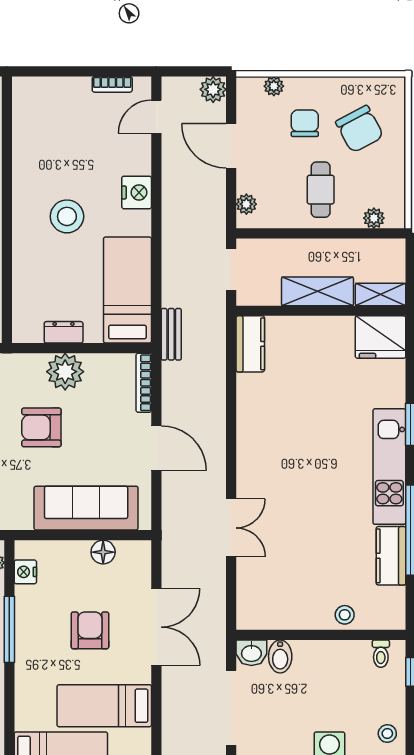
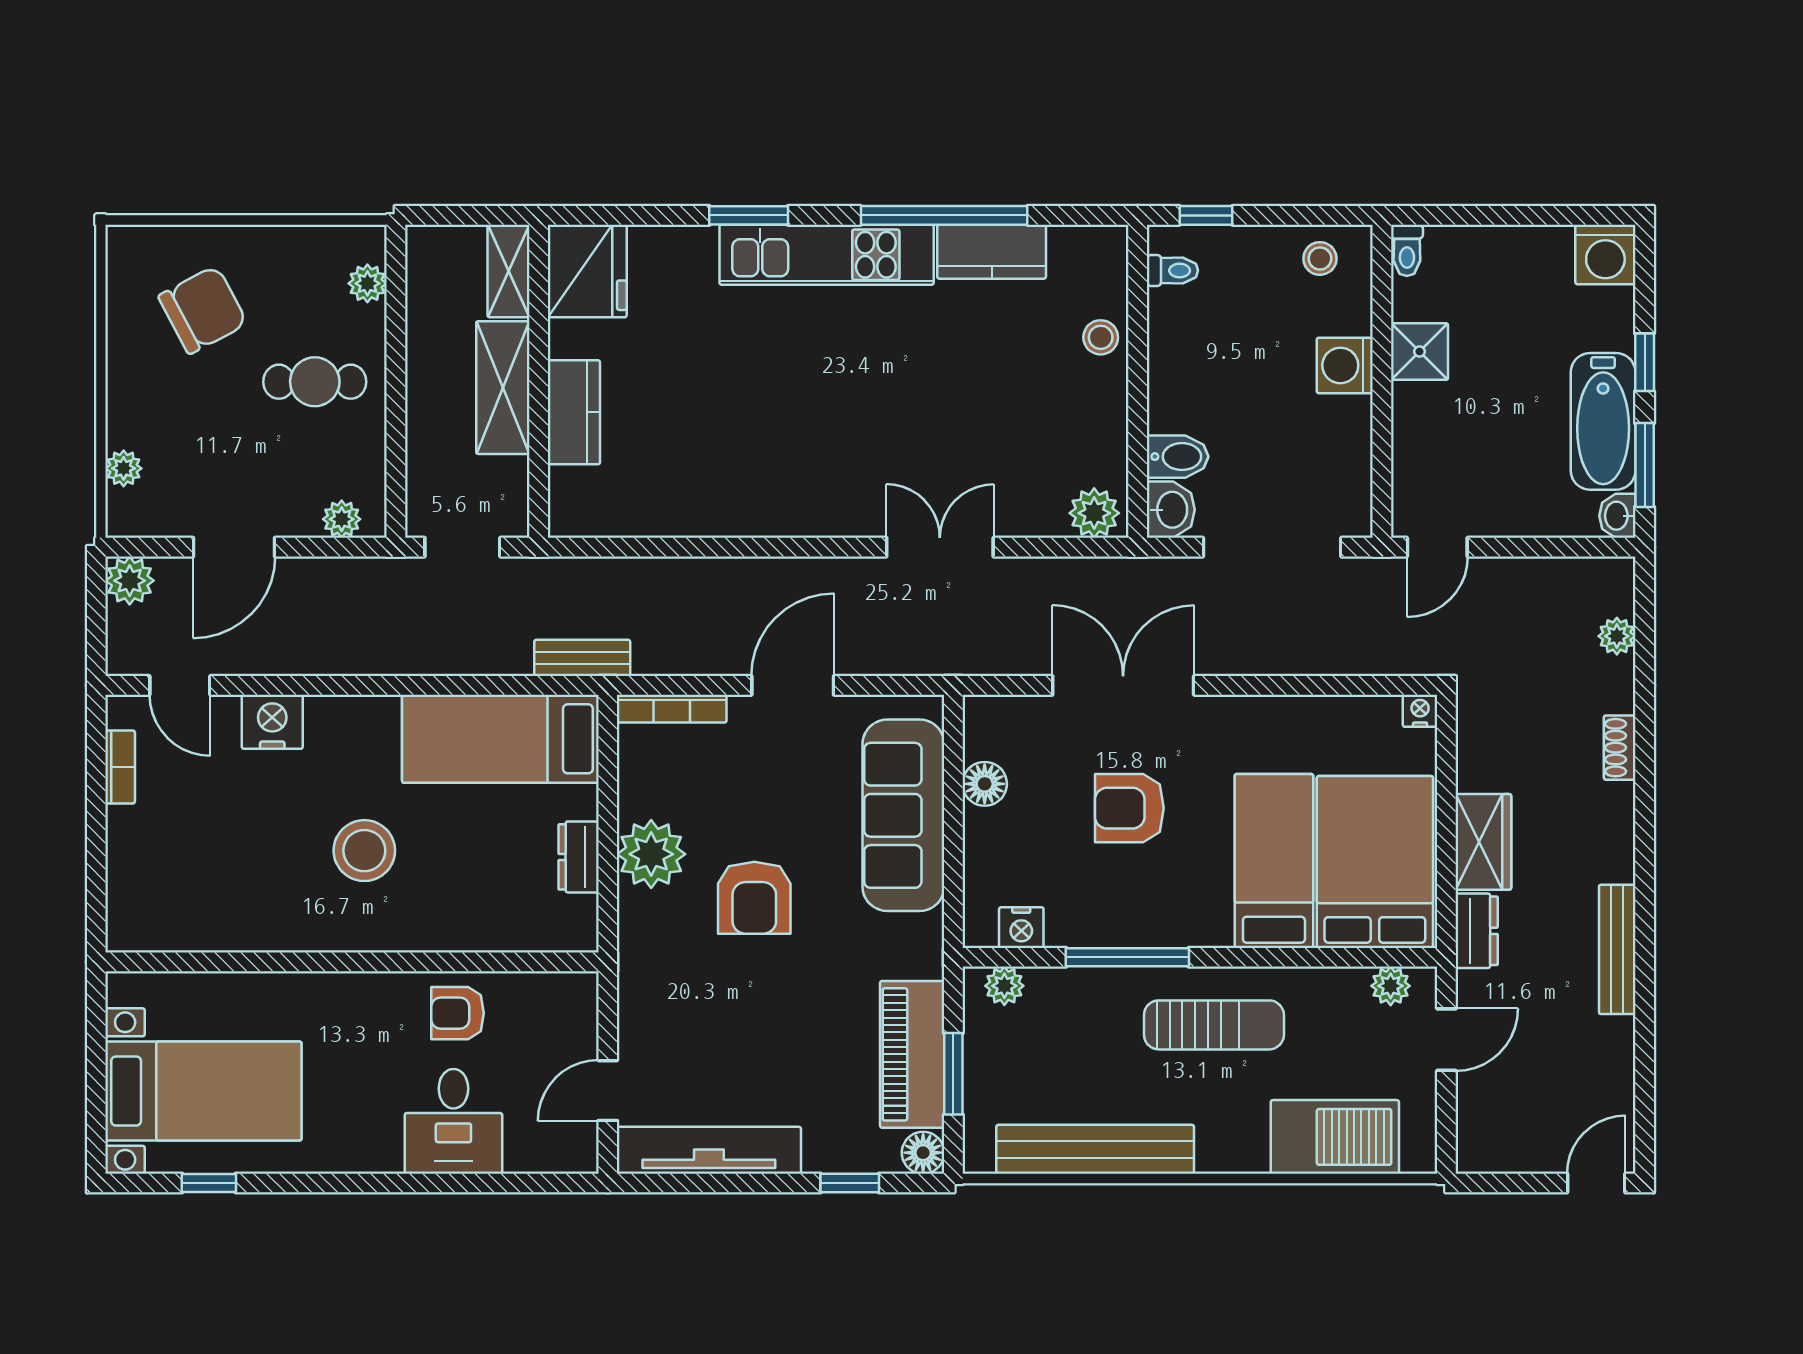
chair: (305, 123) -> (192, 411), removed
nightstand: (137, 192) -> (272, 722), moved
kitchen counter: (250, 344) -> (574, 412), moved, turned 90
plant: (250, 611) -> (1094, 513), added
bed: (104, 706) -> (1274, 861), moved, turned 180

